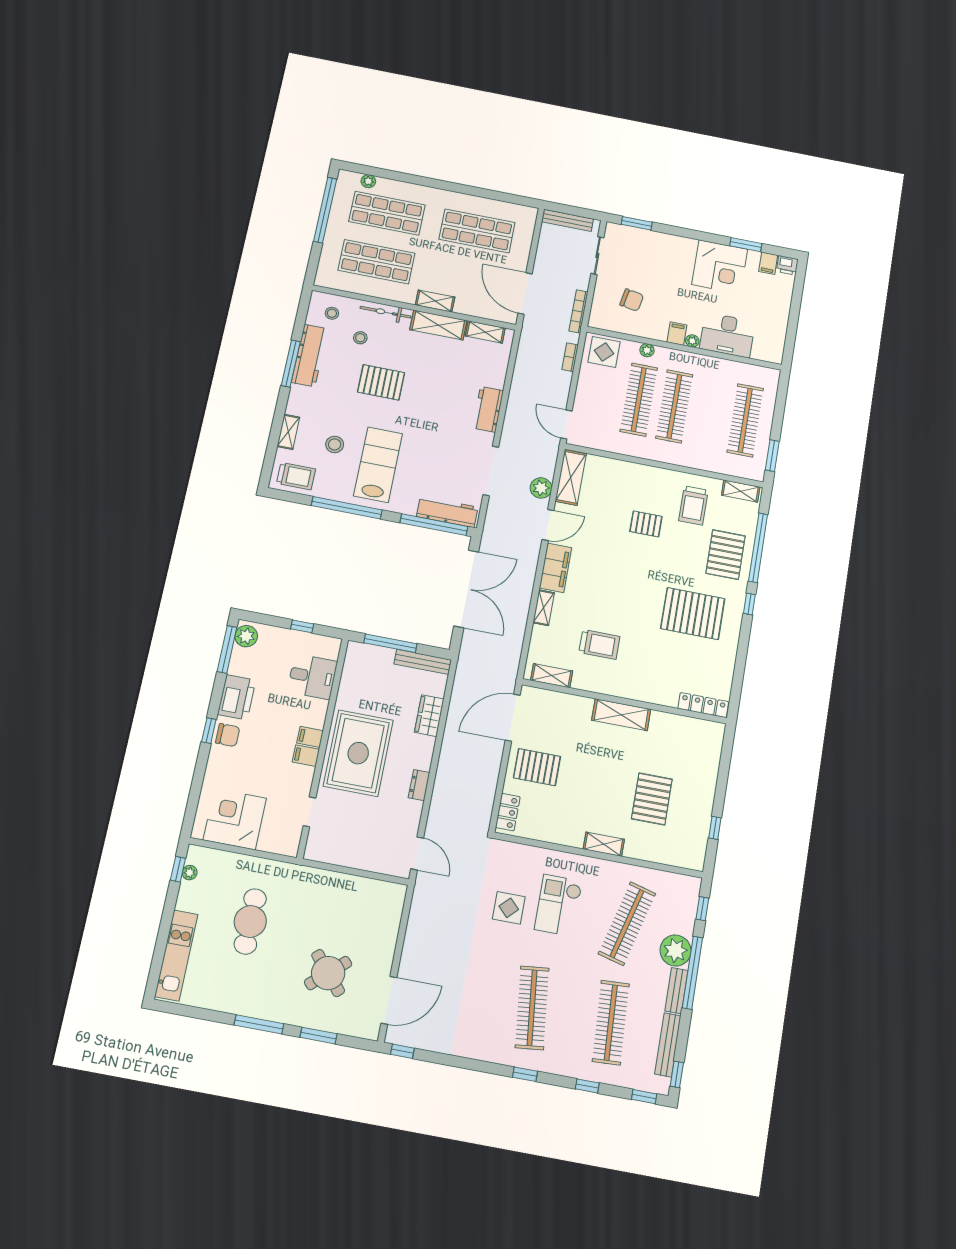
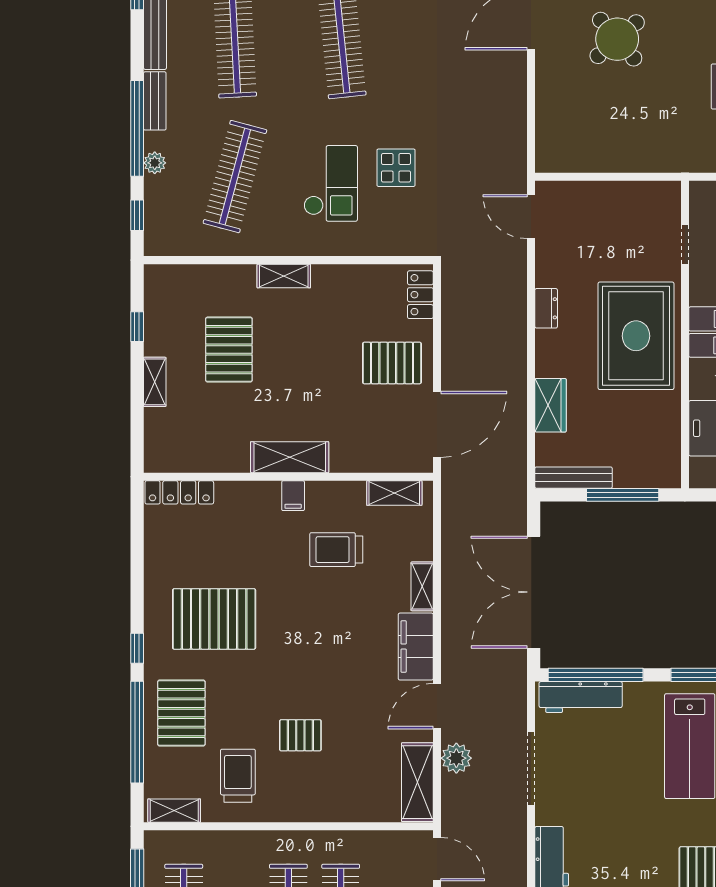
filing cabinet: (623, 687) -> (293, 496), added
shelving: (708, 786) -> (155, 382), added
plant: (675, 951) -> (155, 163), width x0.53, depth x0.53

